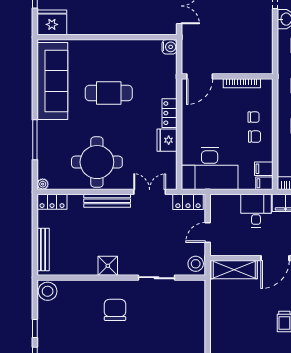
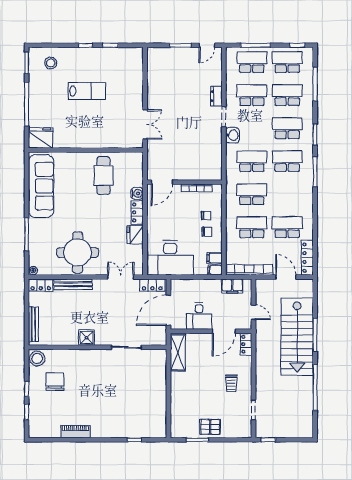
water cooler: (169, 47) -> (137, 193), moved
cafe table: (109, 93) -> (103, 176), moved, turned 90
bench: (107, 201) -> (73, 284), moved
desk: (256, 211) -> (199, 316), moved, turned 180
door: (208, 232) -> (168, 310), width x1.88
stool: (196, 264) -> (159, 336), removed
shelving: (234, 270) -> (178, 352), moved, turned 90
chair: (115, 310) -> (55, 382), moved

